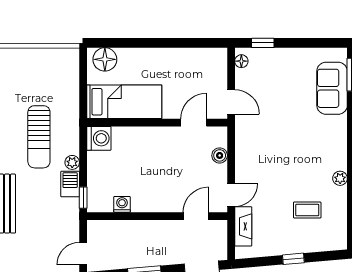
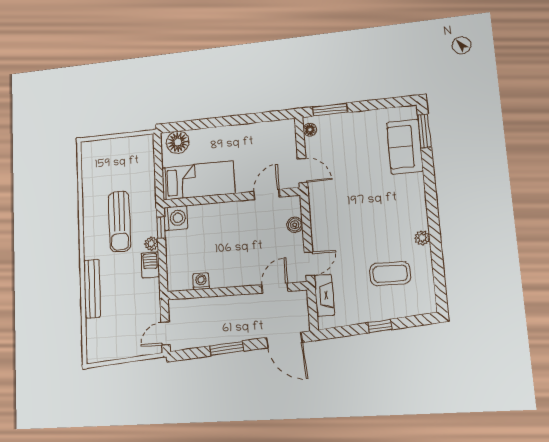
window: (263, 43) -> (330, 110), width x1.50
window: (83, 198) -> (161, 227), moved
coffee table: (307, 210) -> (390, 274), width x1.36, depth x1.30

